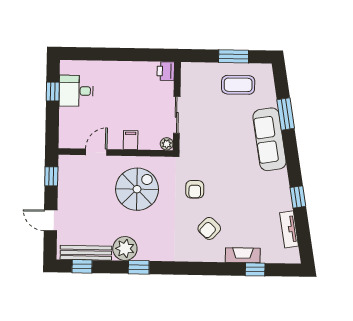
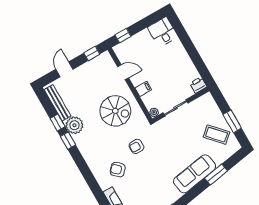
coffee table: (238, 85) -> (216, 135), turned -42
desk: (76, 91) -> (163, 32), moved
window: (53, 92) -> (123, 36), moved
window: (82, 266) -> (58, 122), moved

